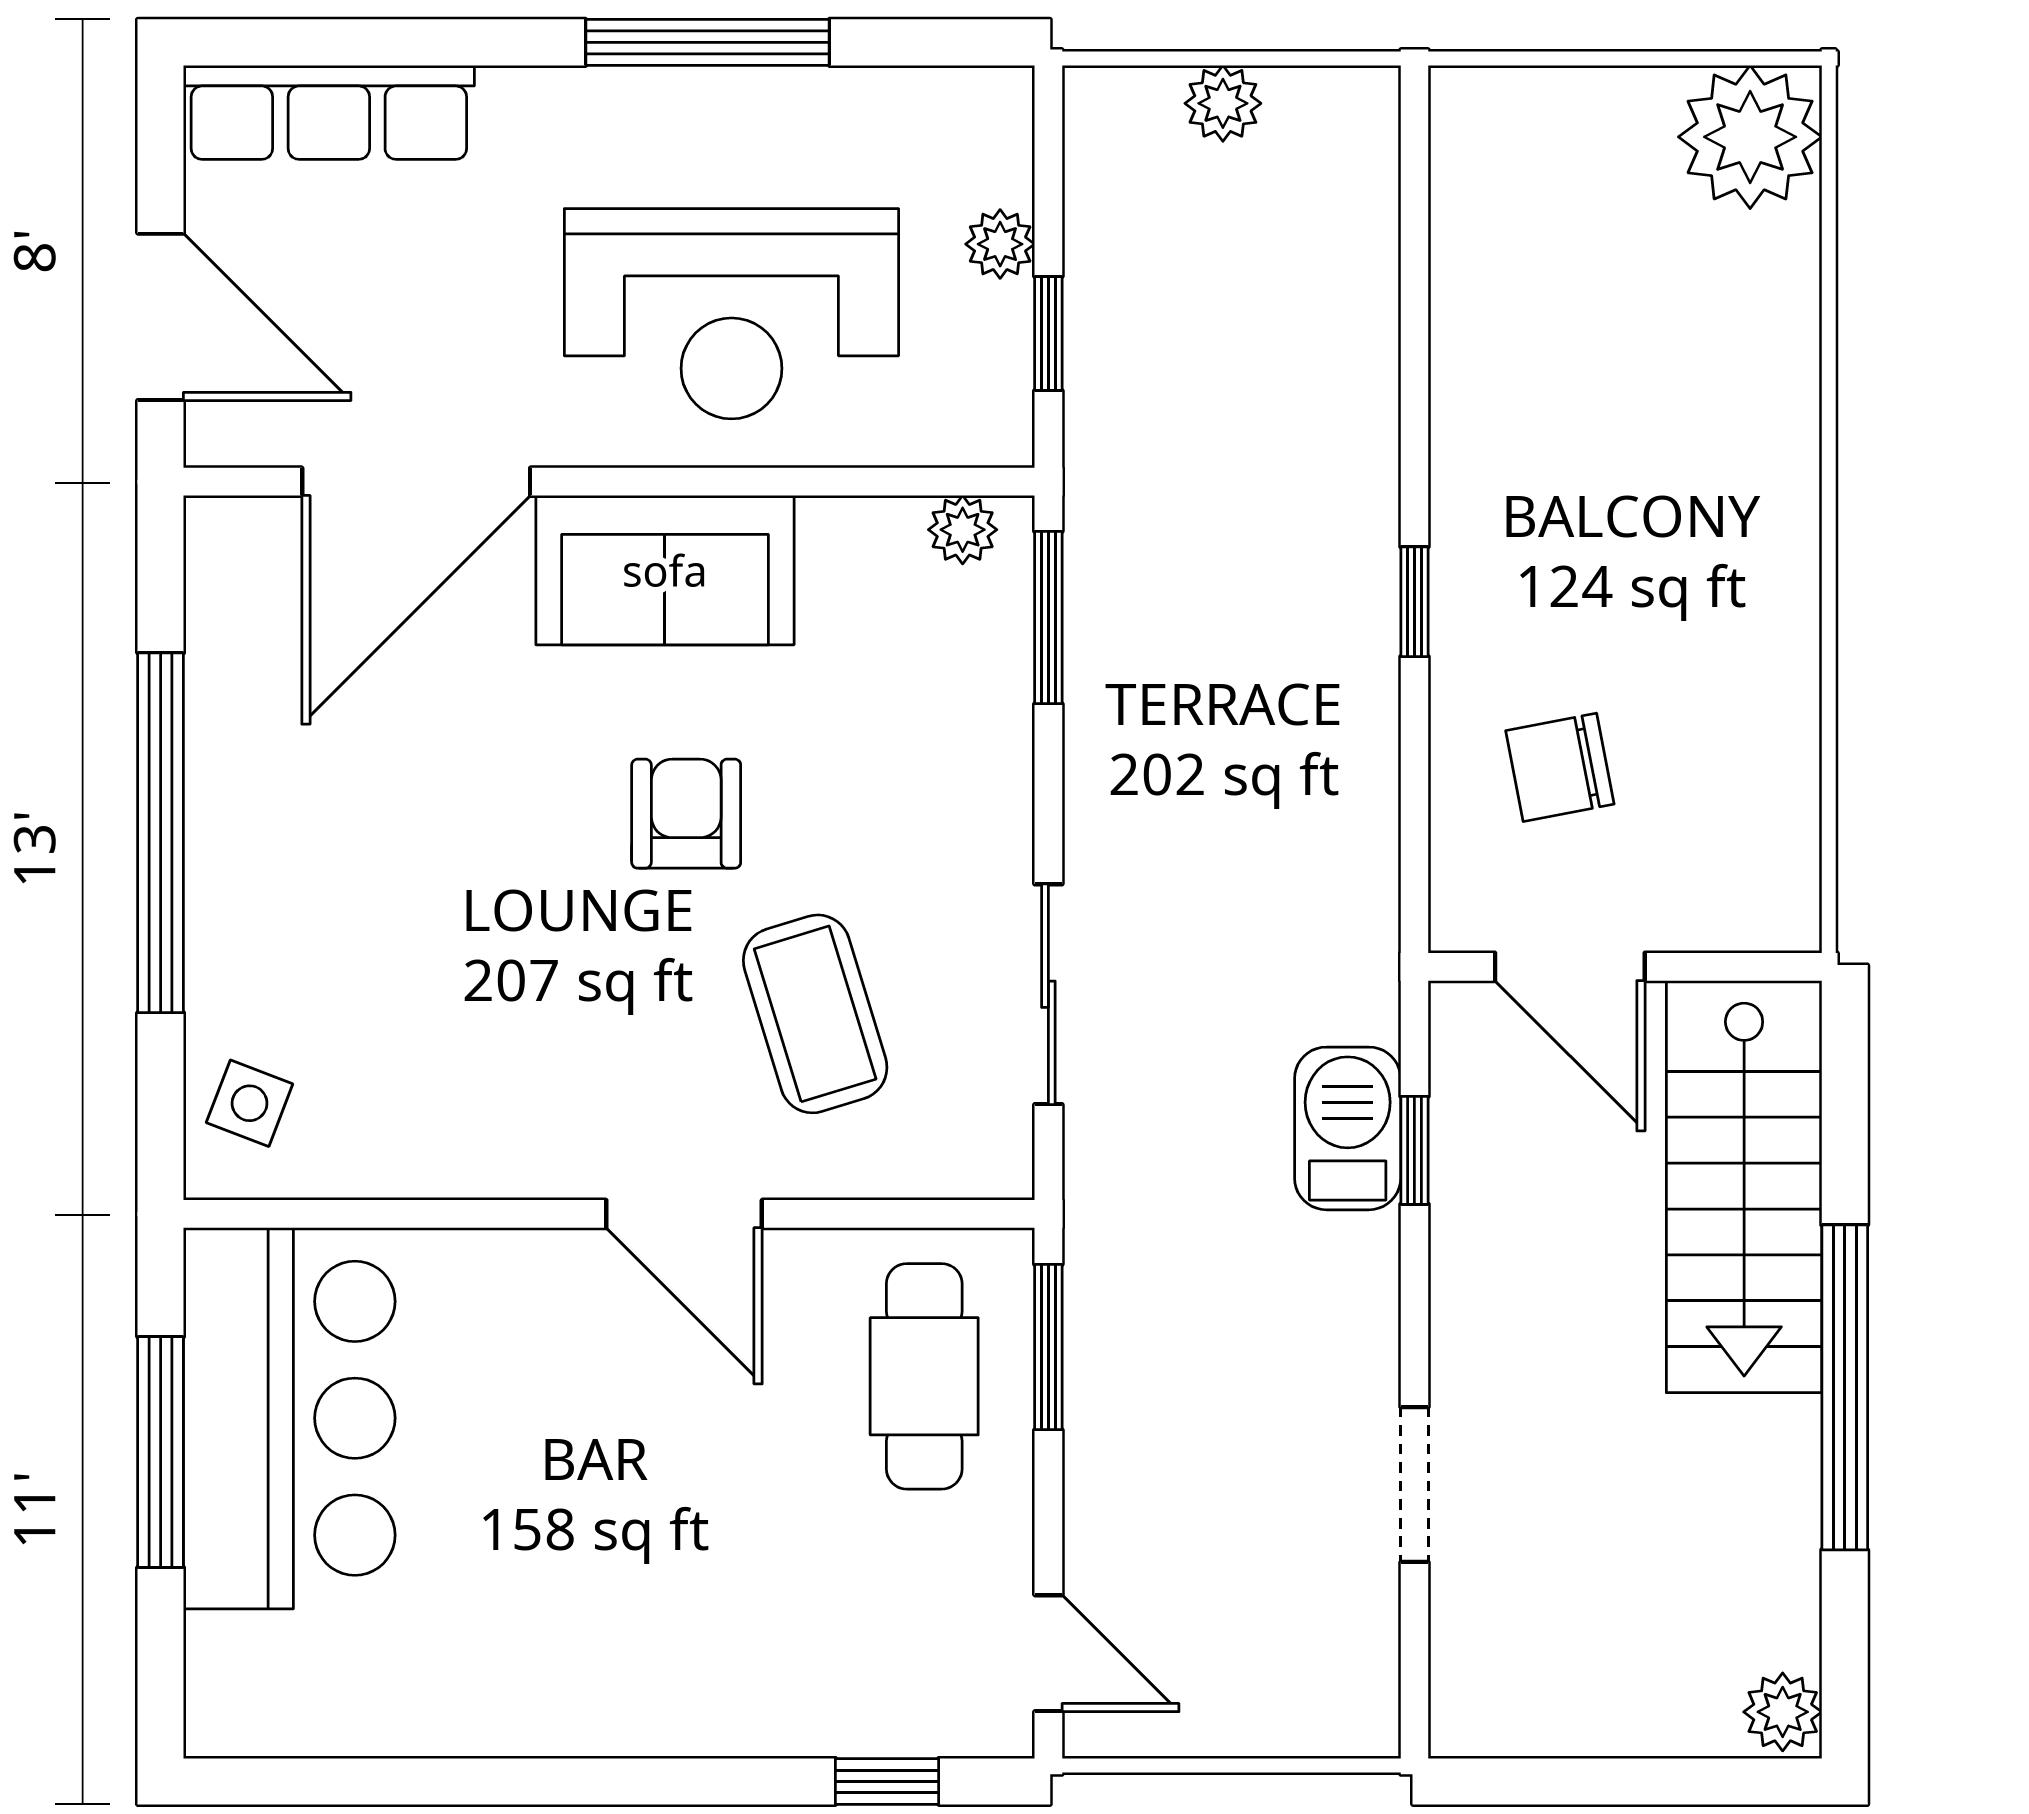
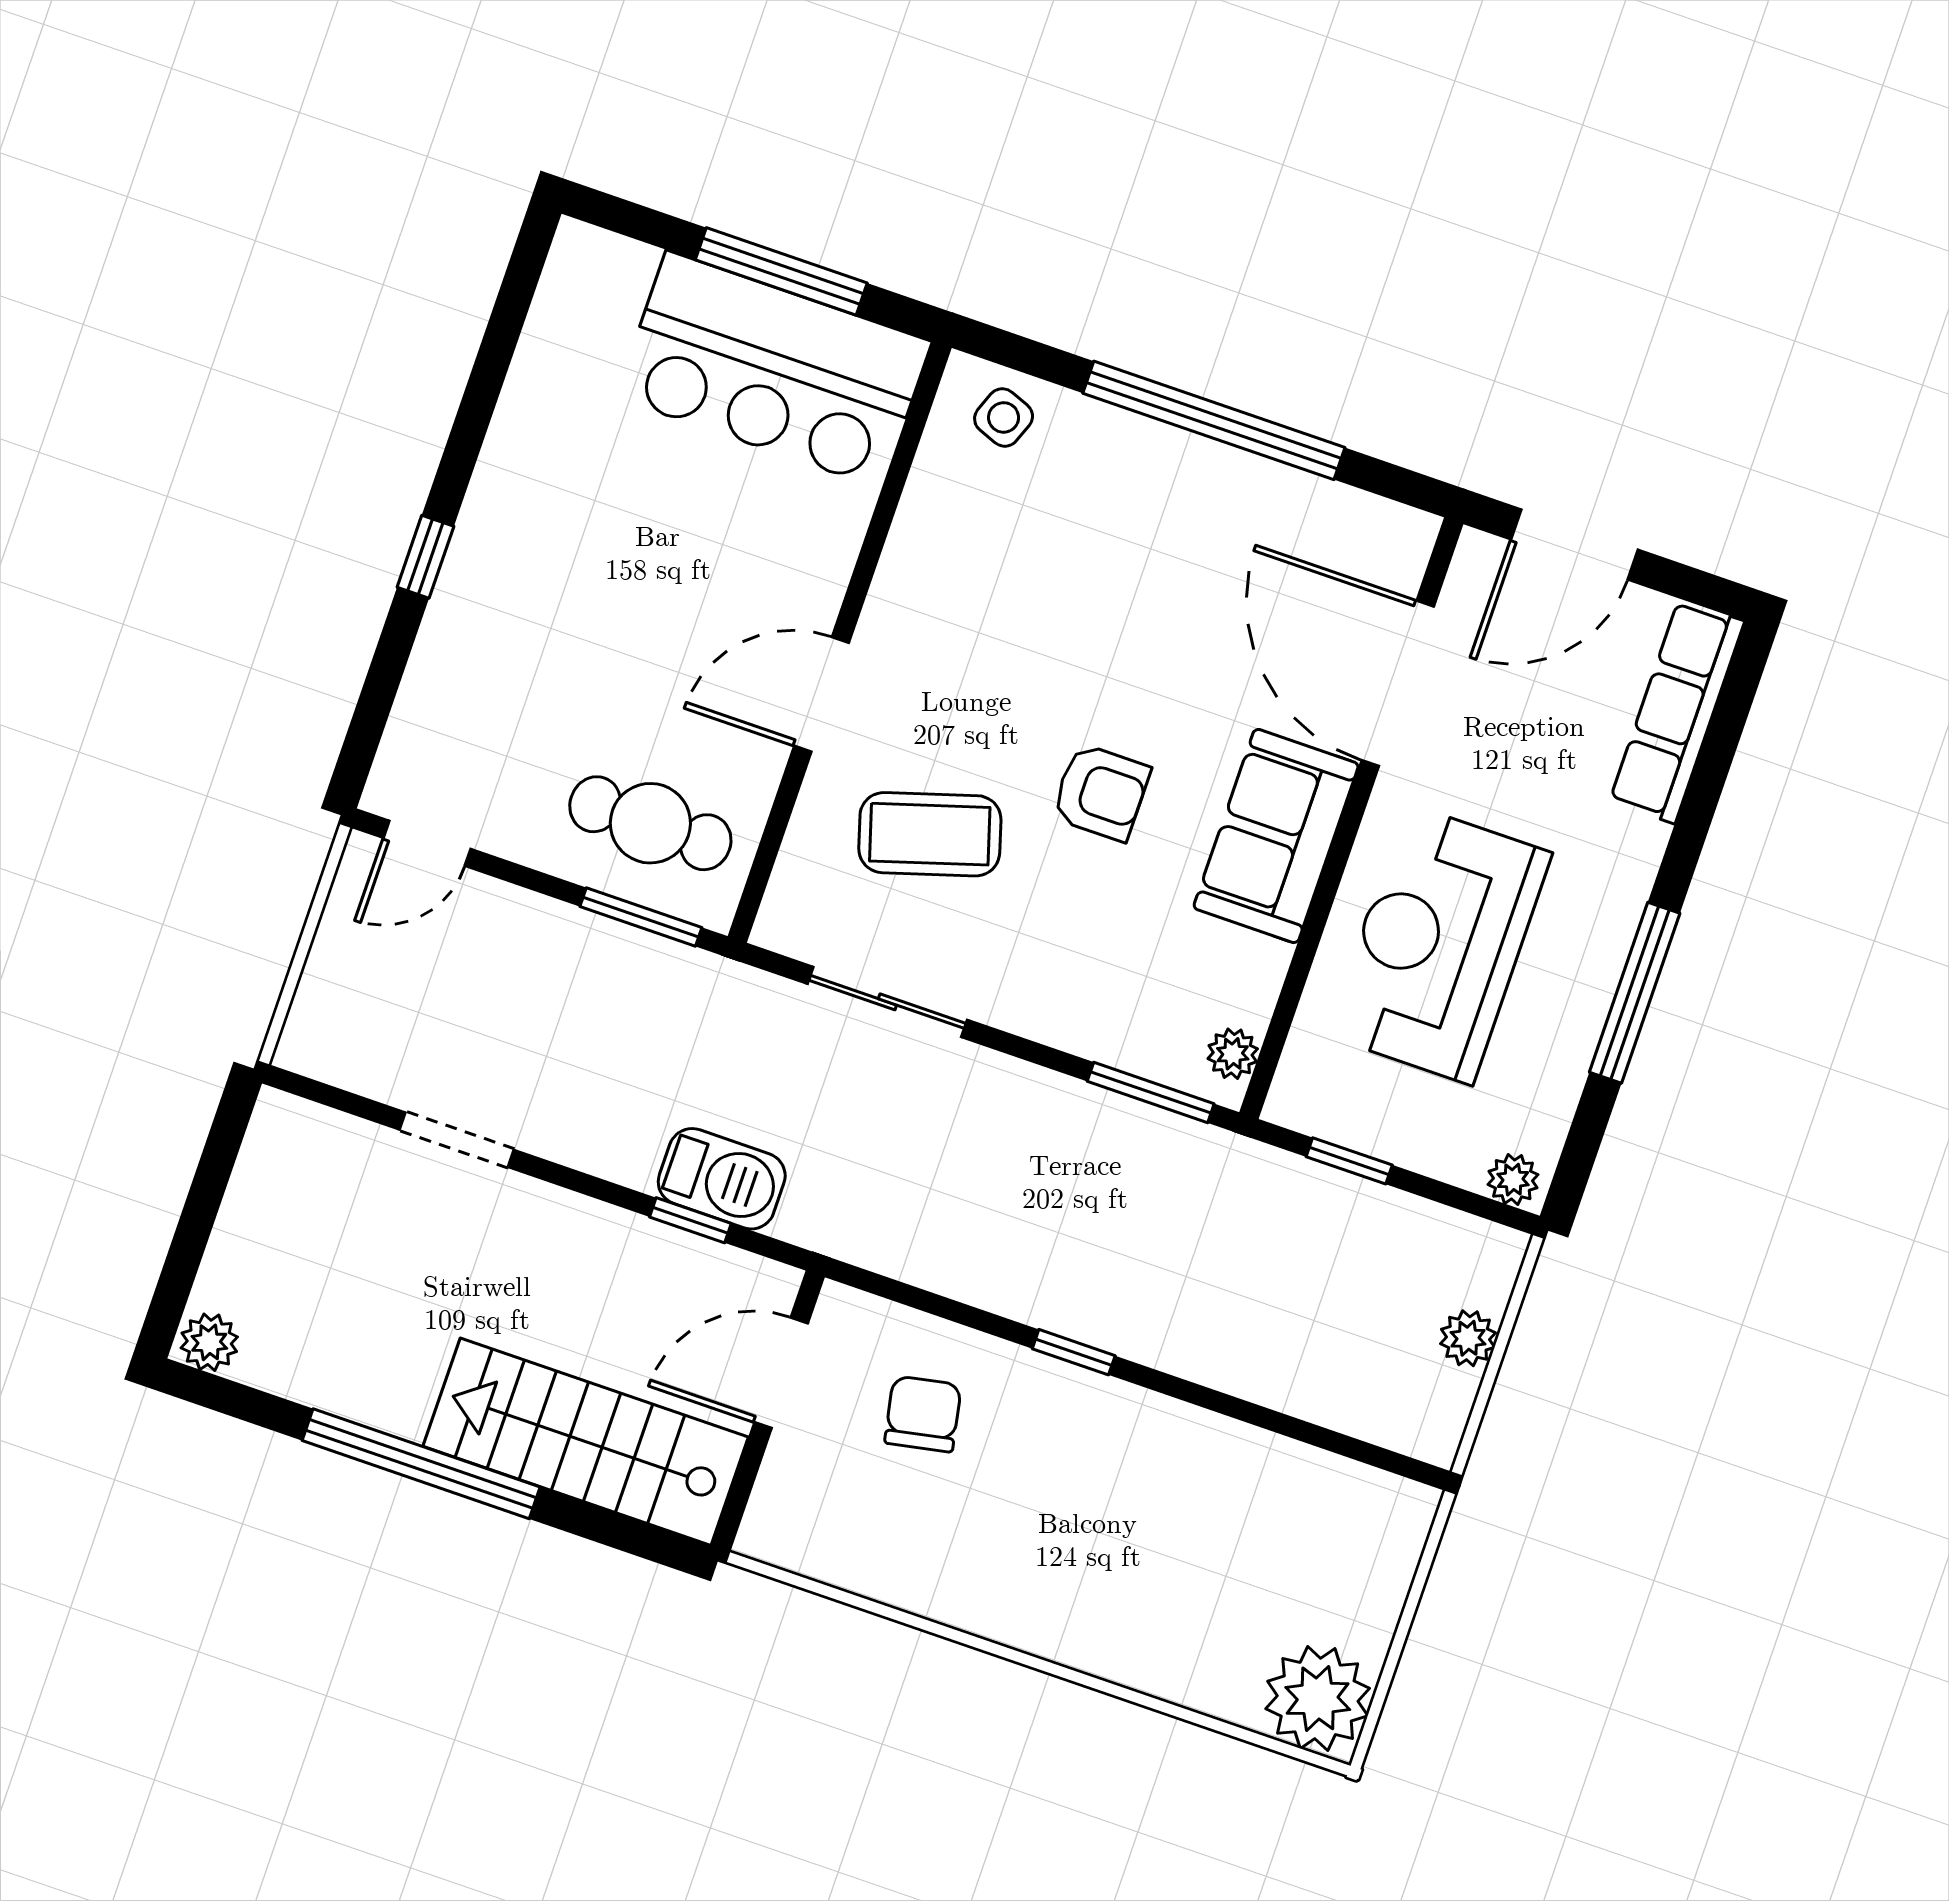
plant: (1000, 244) -> (1513, 1180), moved
window: (887, 1781) -> (425, 557), moved

